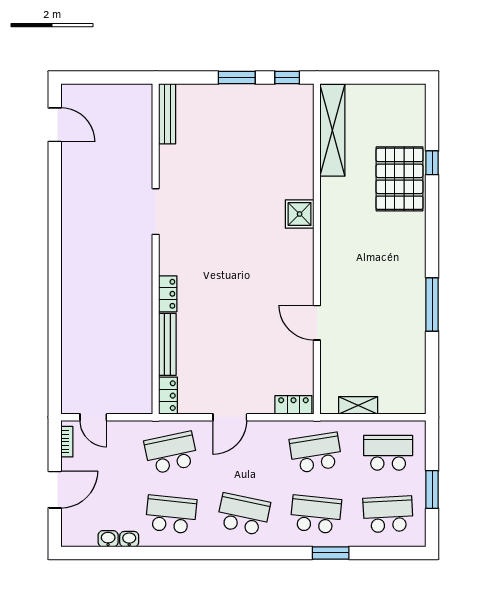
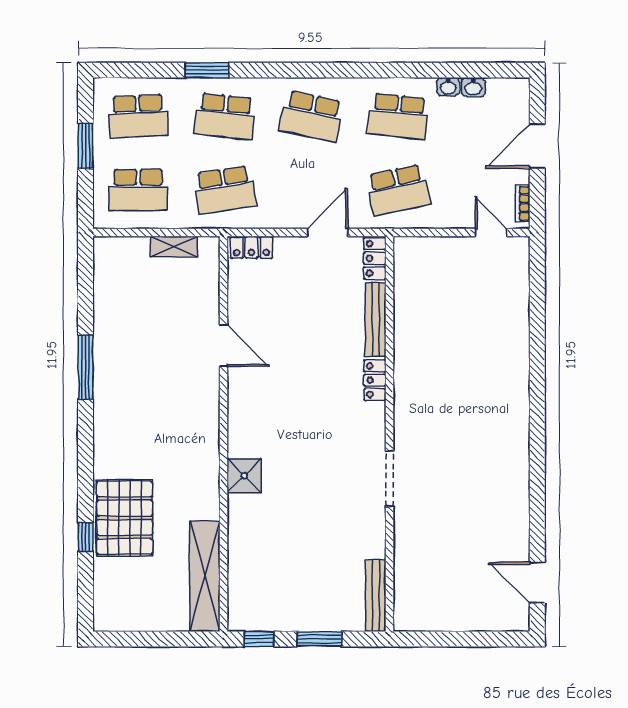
bench: (167, 114) -> (376, 596), moved
doorway: (156, 212) -> (390, 479), moved
wall: (156, 249) -> (390, 434), moved
locker: (168, 294) -> (375, 380), moved
bench: (167, 344) -> (375, 320), moved
locker: (168, 396) -> (375, 258), moved

